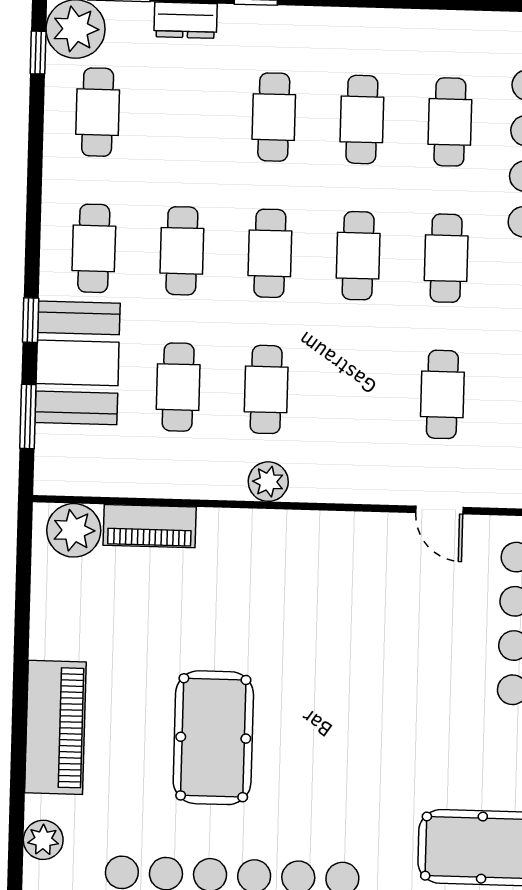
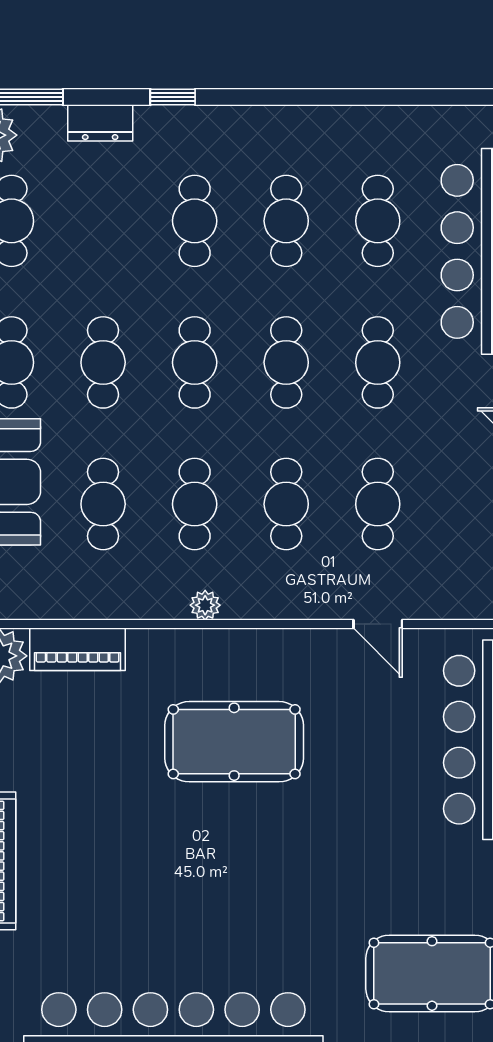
cafe table: (354, 392) -> (286, 504), added
plant: (268, 482) -> (205, 605), width x0.73, depth x0.73
pool table: (213, 738) -> (234, 742), moved, turned 90

